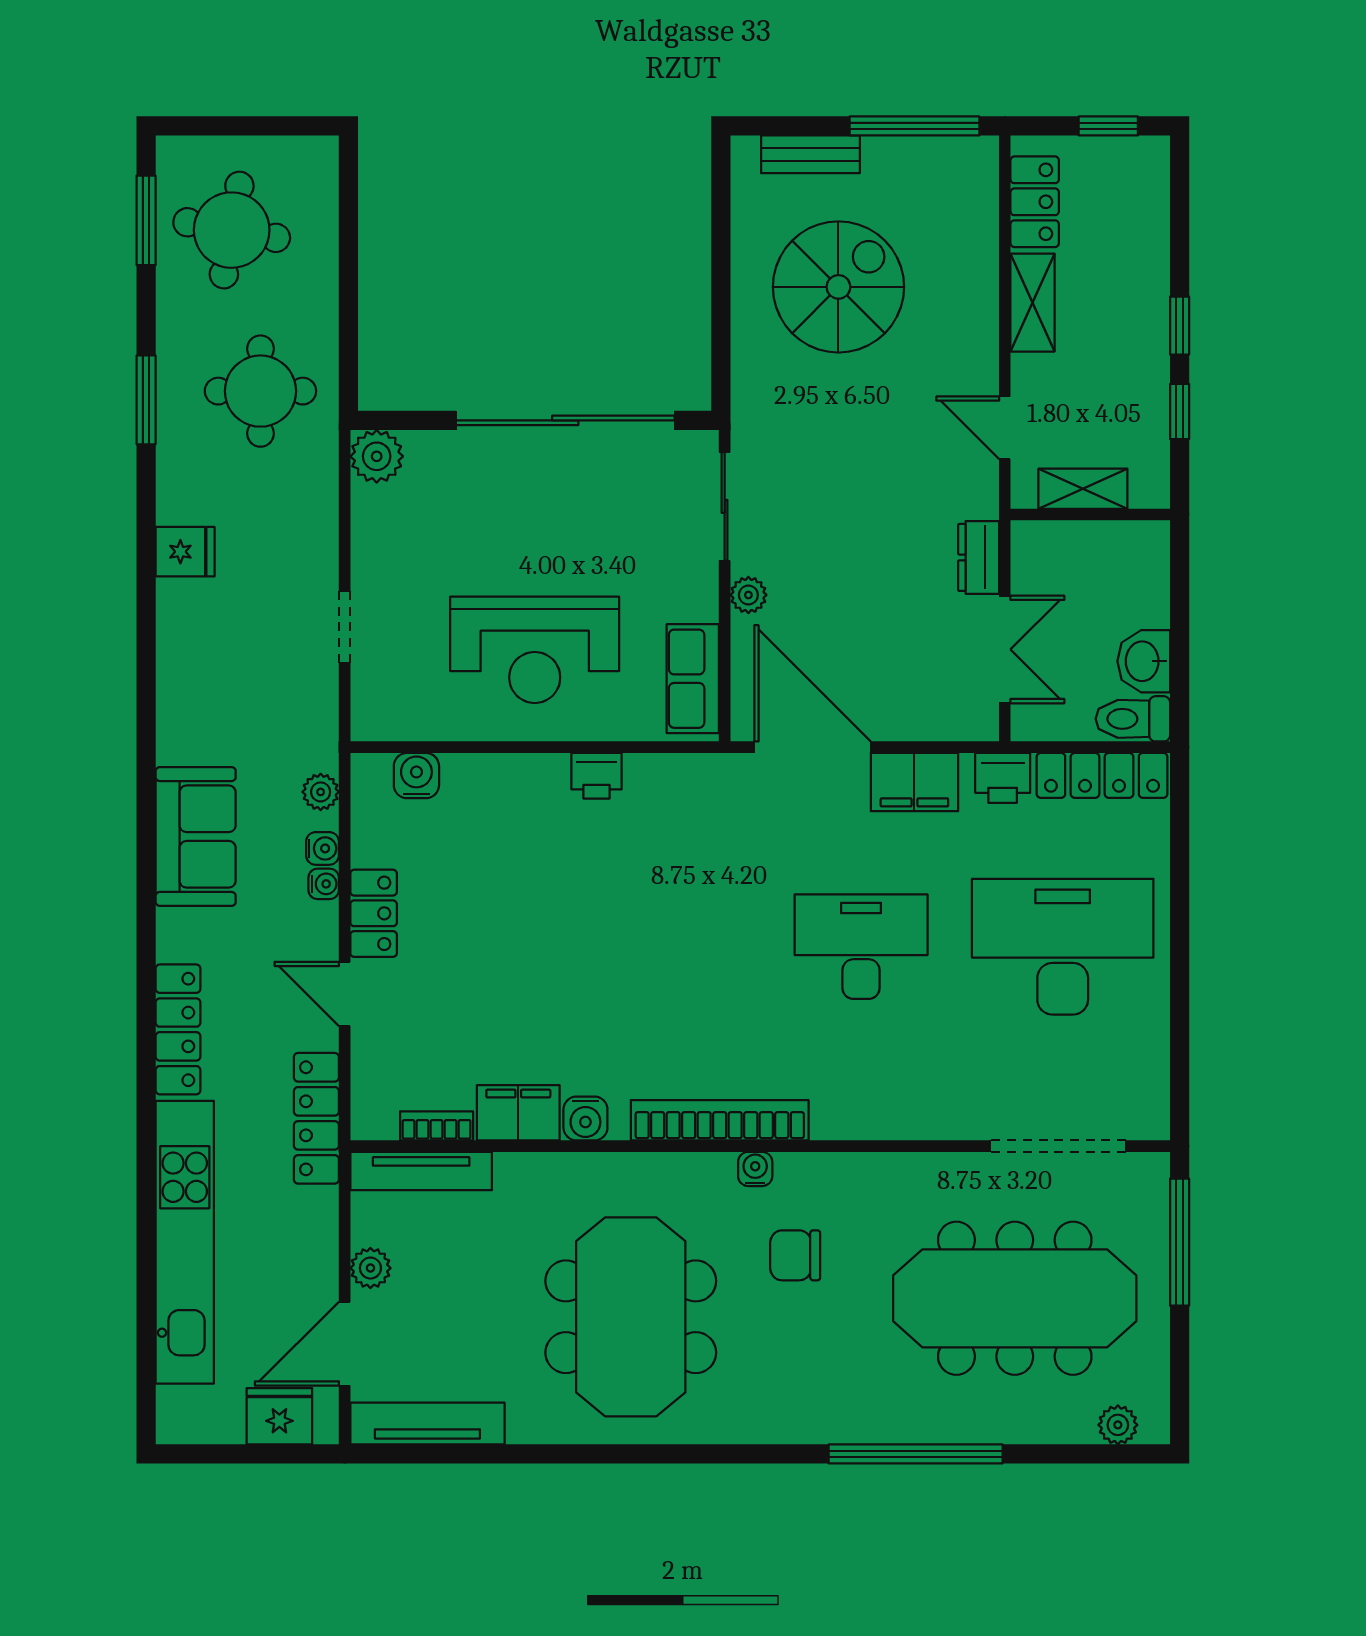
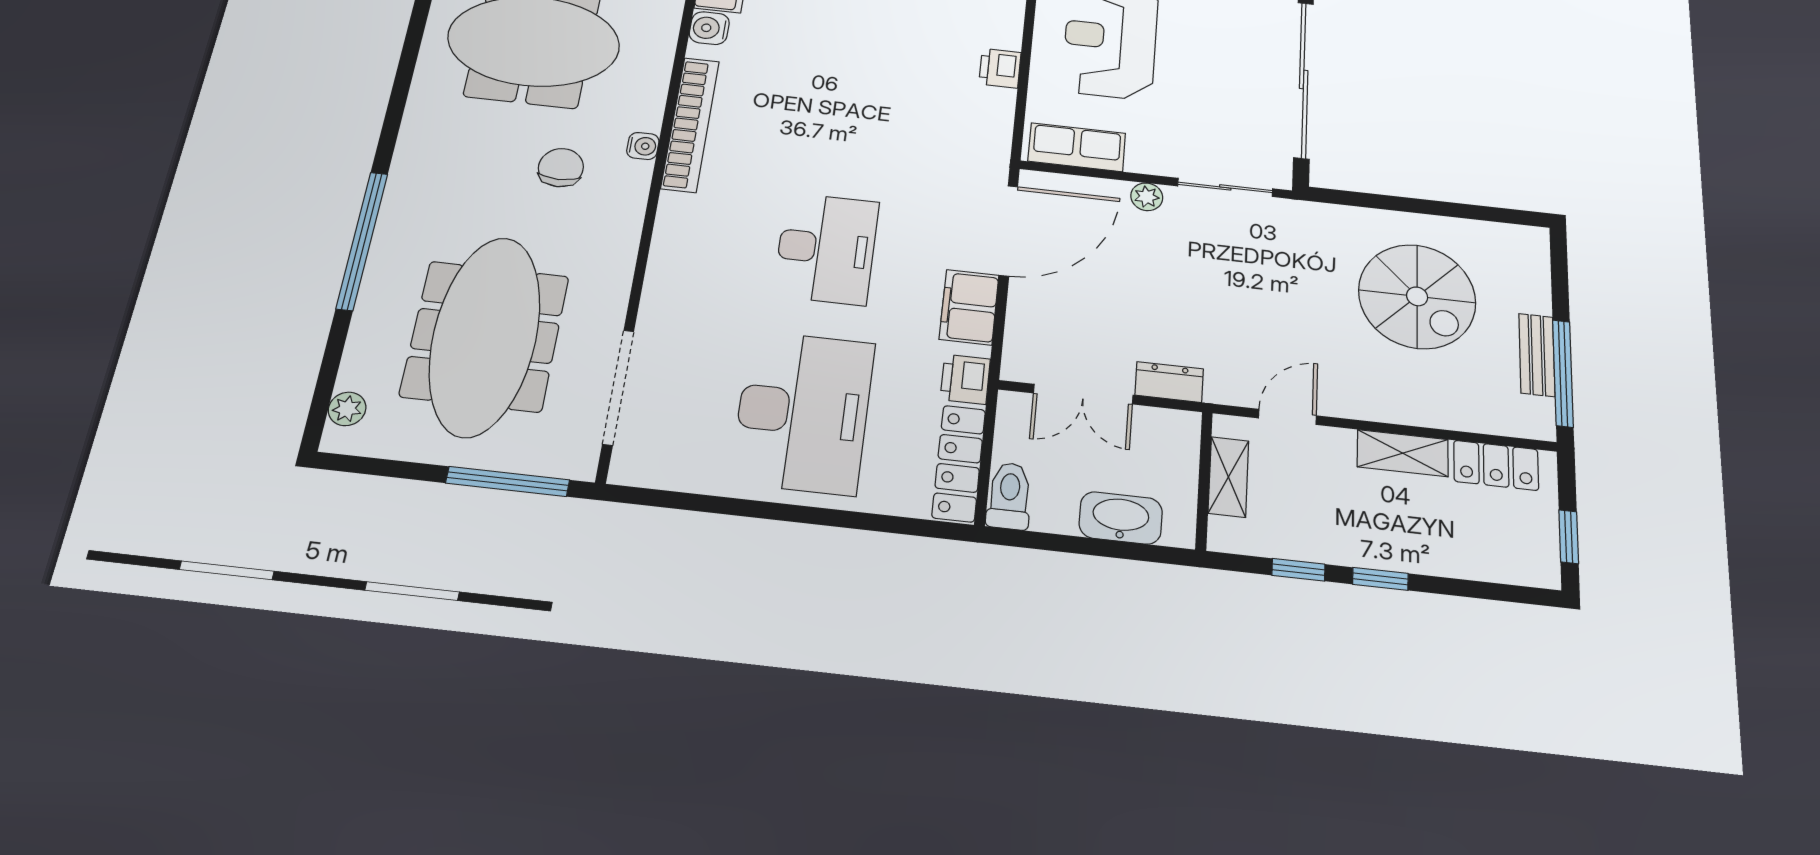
bench: (810, 154) -> (1537, 355), moved
washbasin: (1144, 661) -> (1121, 518), moved, width x1.38

